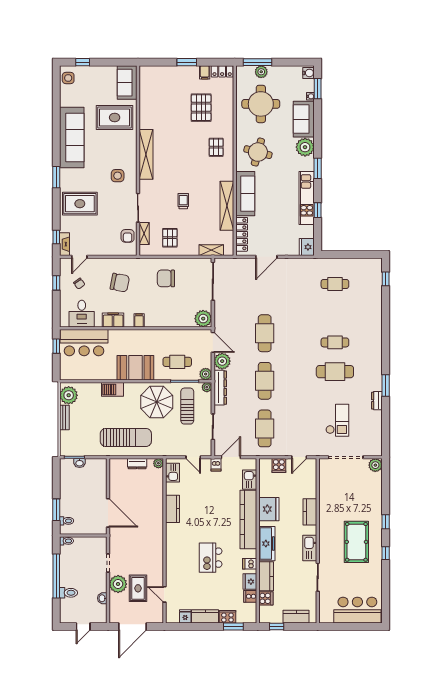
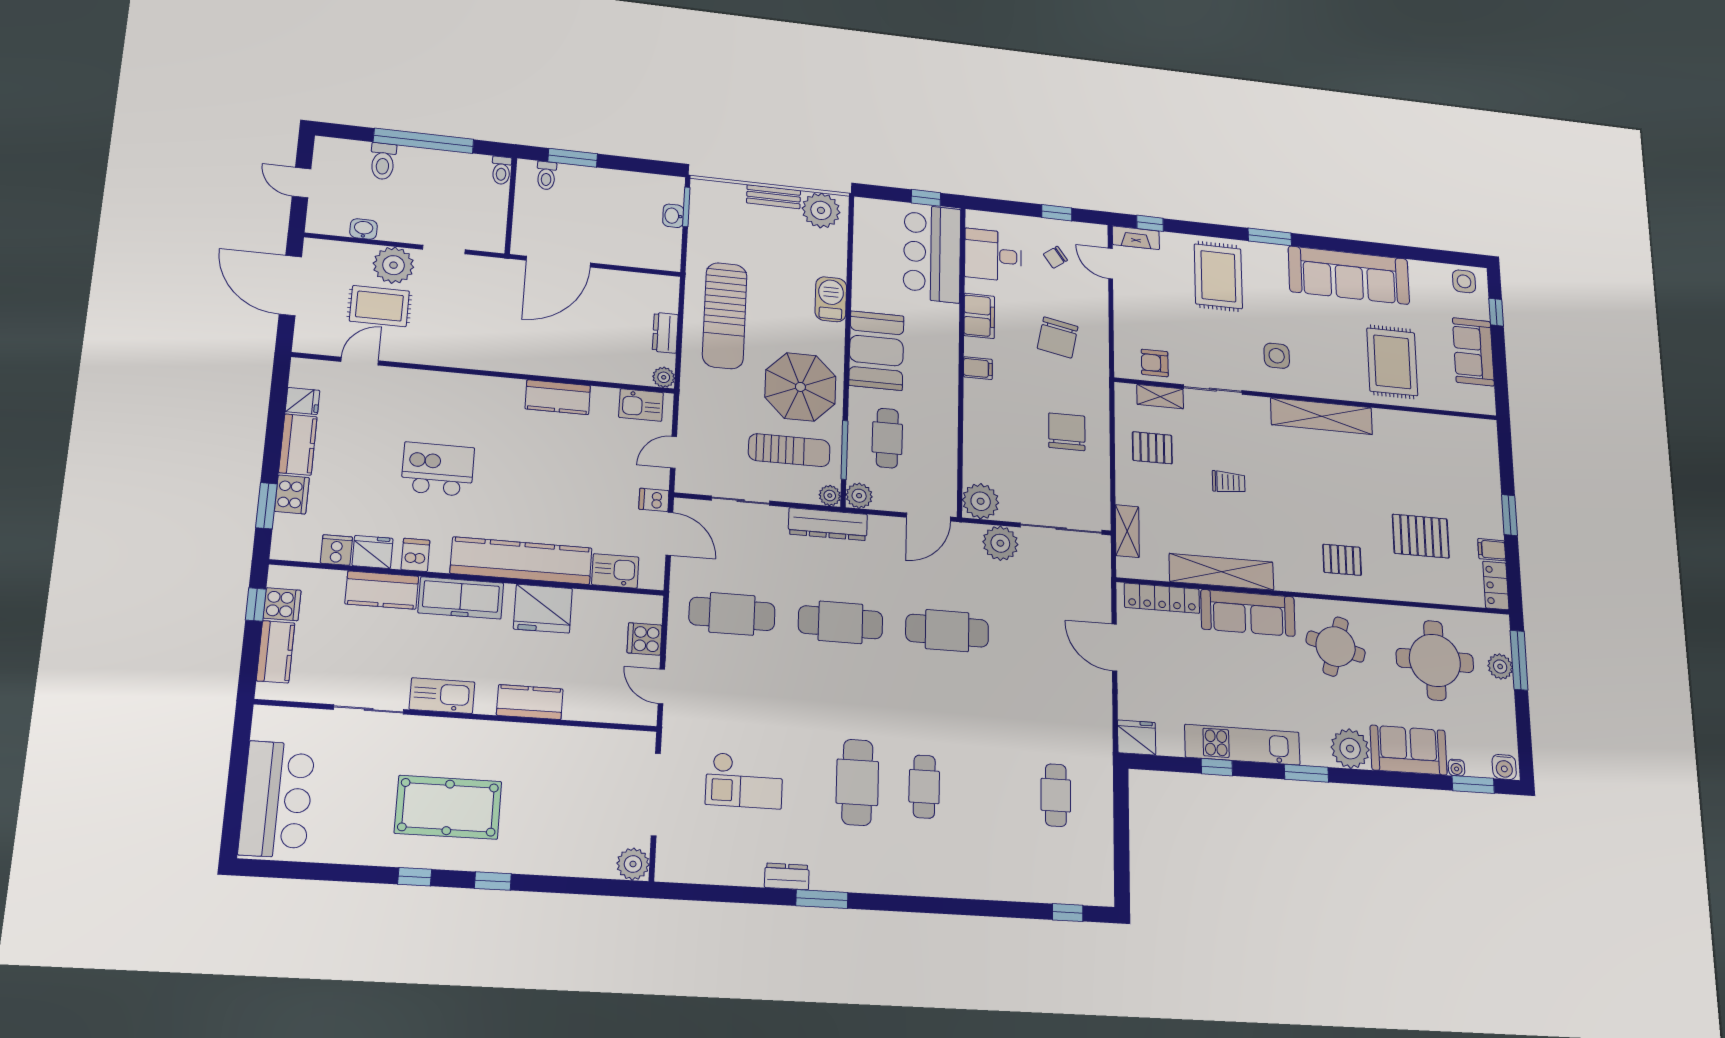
sofa: (127, 83) -> (1473, 352), moved, turned -90
plant: (222, 361) -> (1000, 543), moved
cooker: (266, 598) -> (282, 604), moved, turned -90

